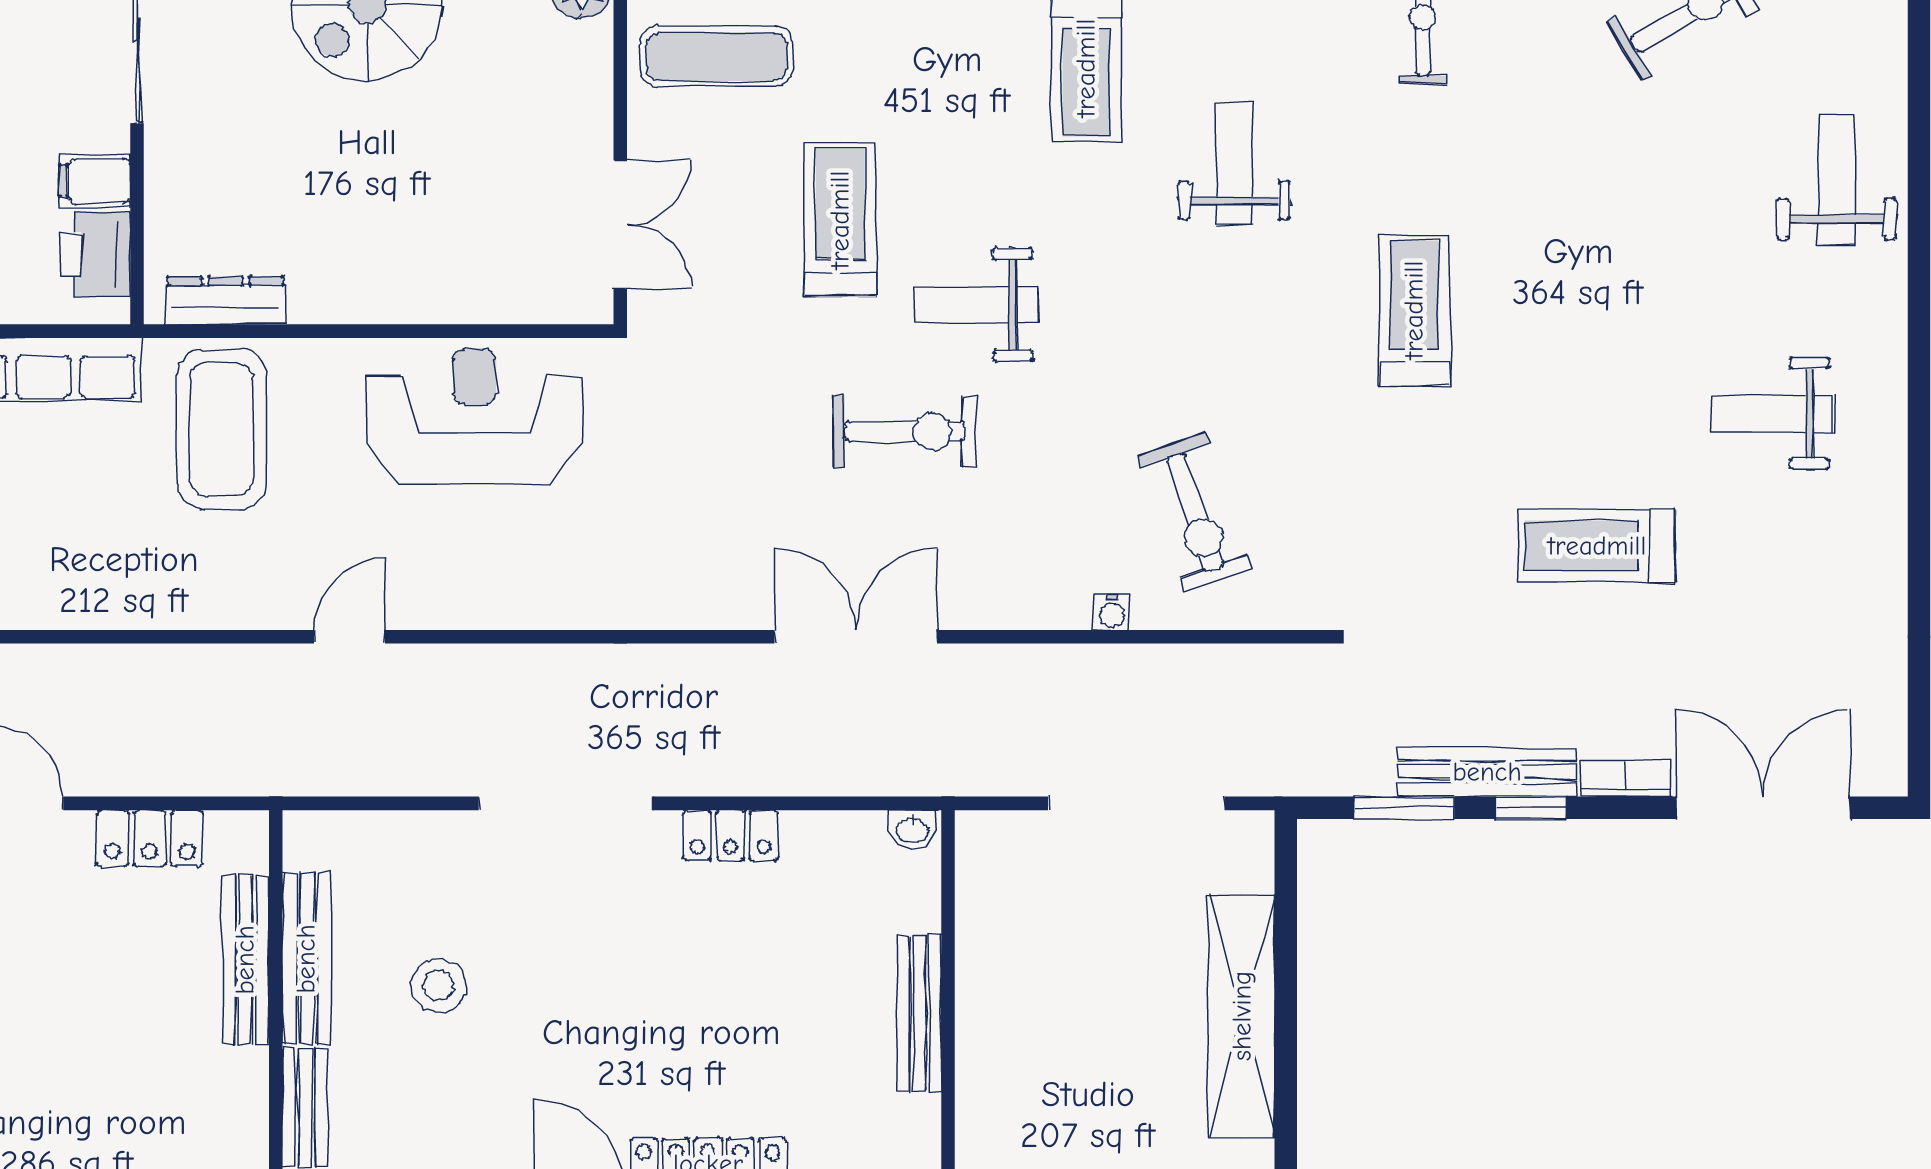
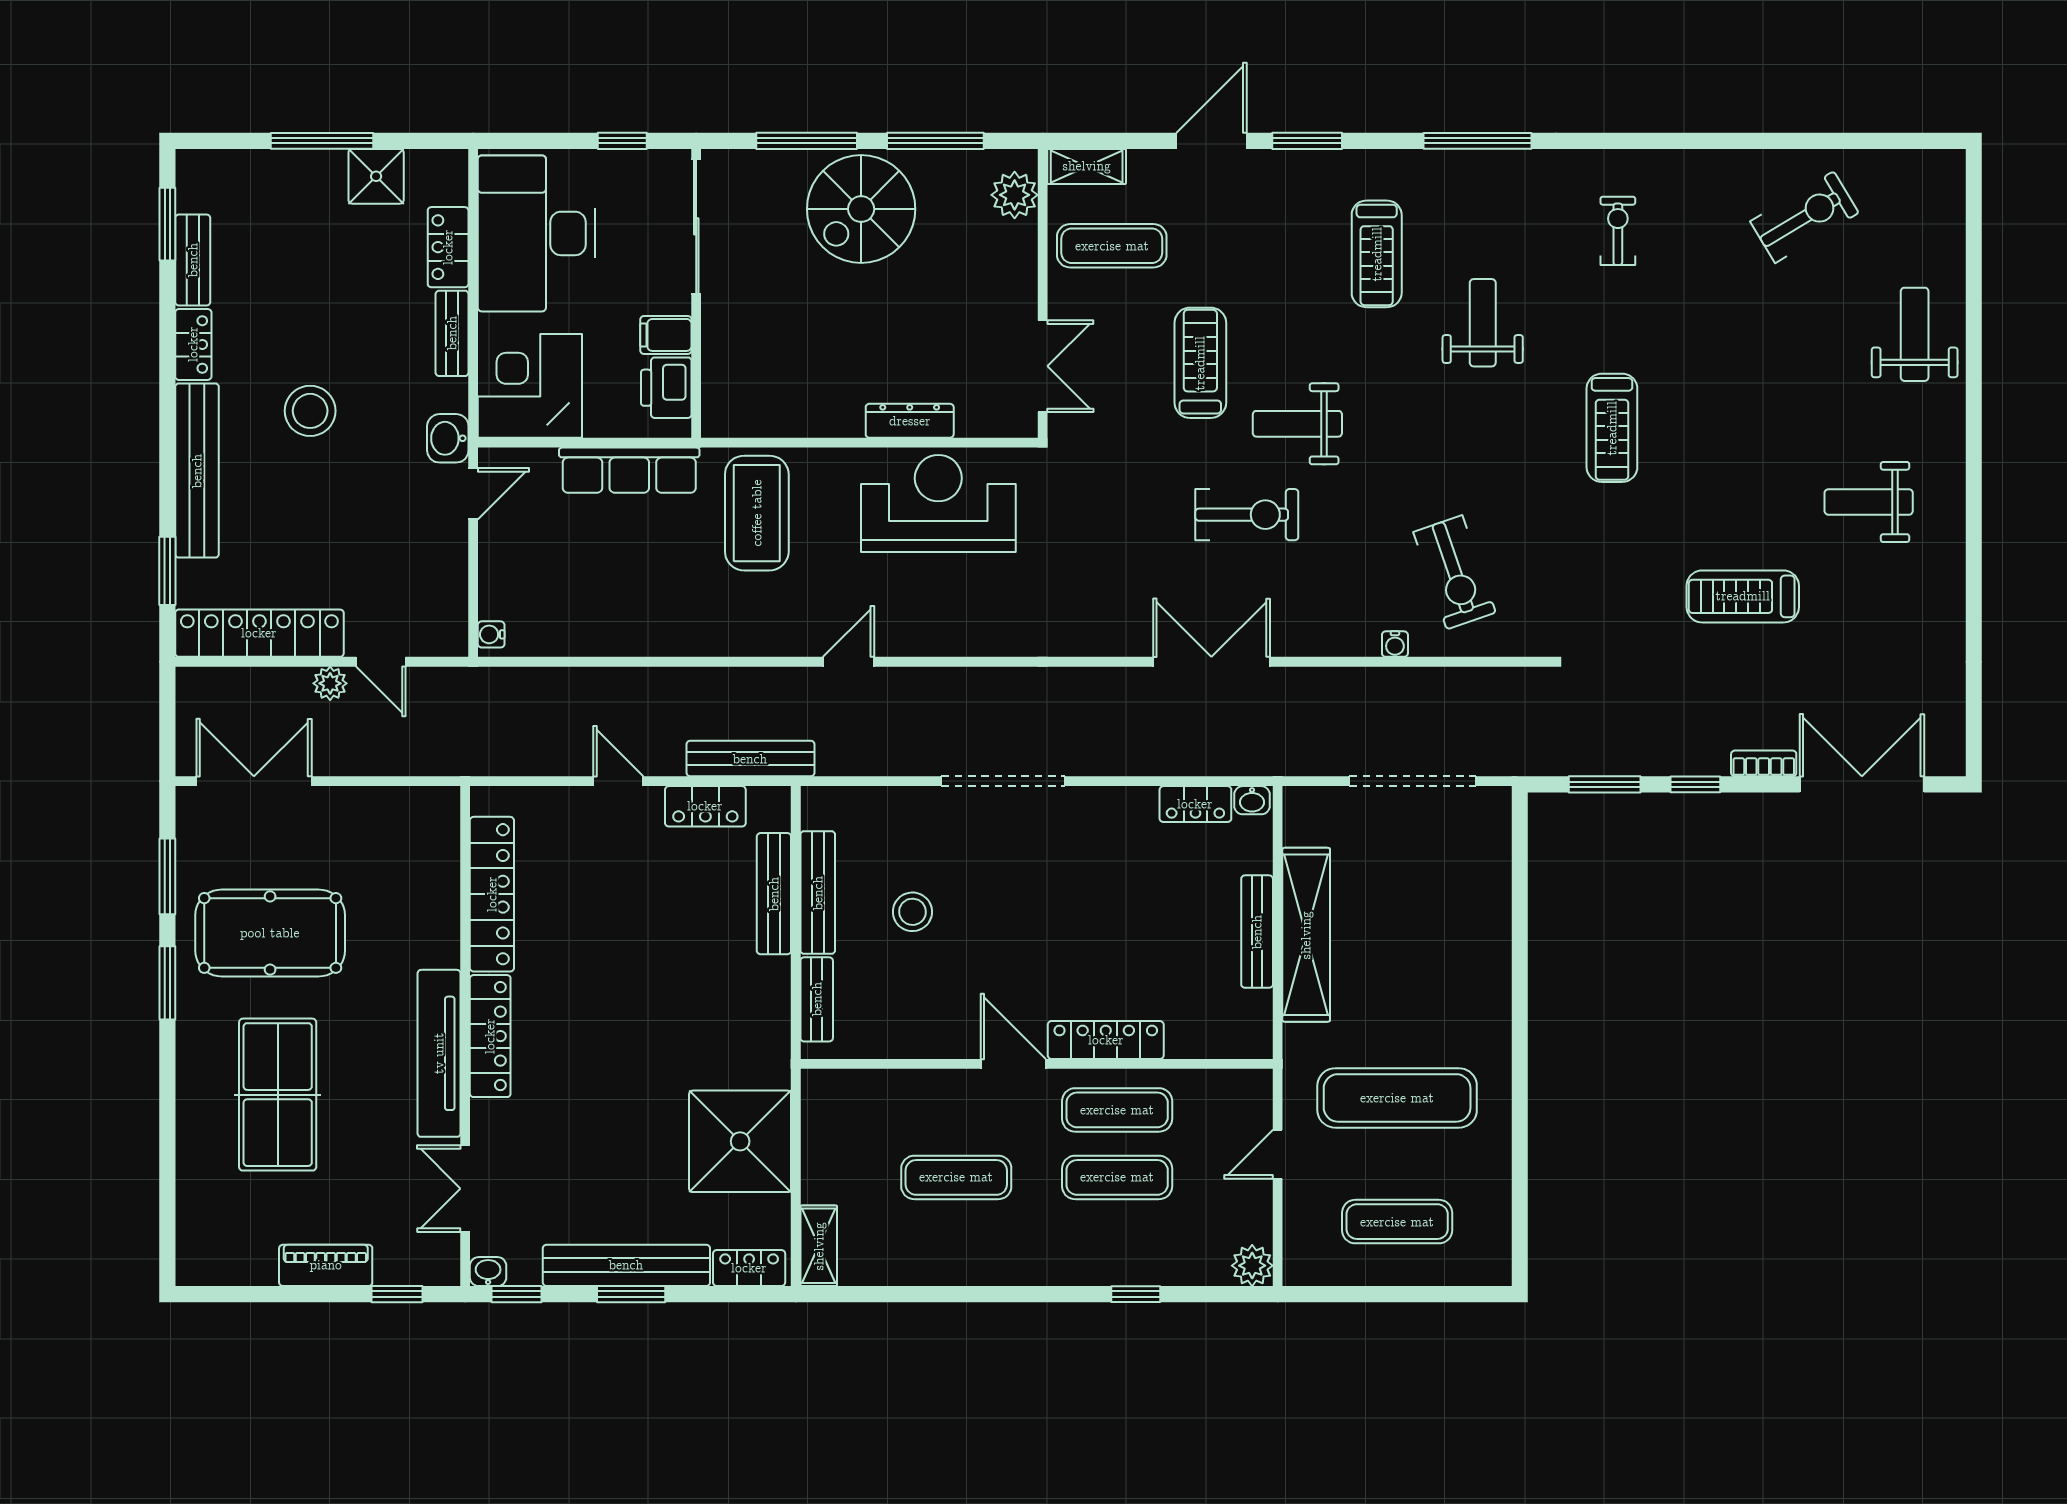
dresser: (226, 301) -> (910, 421), moved
treadmill: (1414, 310) -> (1612, 428), turned 180
bench: (1487, 772) -> (750, 759), moved
locker: (730, 835) -> (1195, 804), moved
shelving: (1242, 1016) -> (1306, 935), moved

